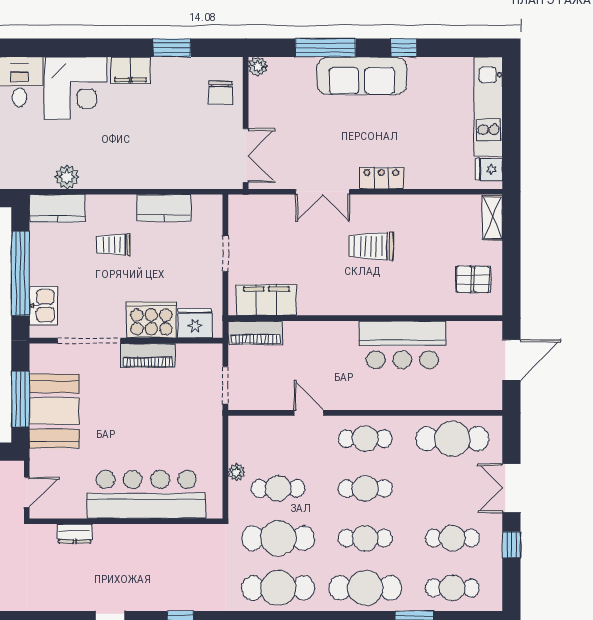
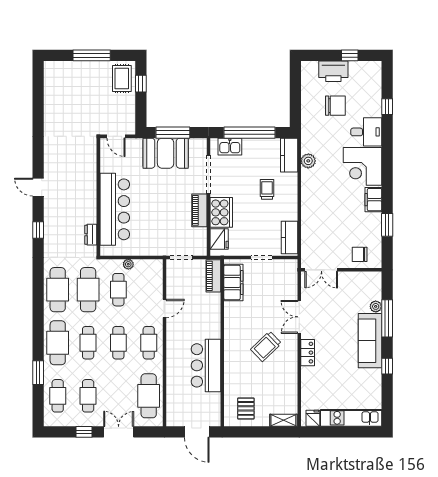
plant: (258, 66) -> (376, 306), moved
kitchen counter: (164, 208) -> (289, 238), moved
trolley: (371, 246) -> (266, 346), turned -134
dresser: (75, 534) -> (91, 235), moved

